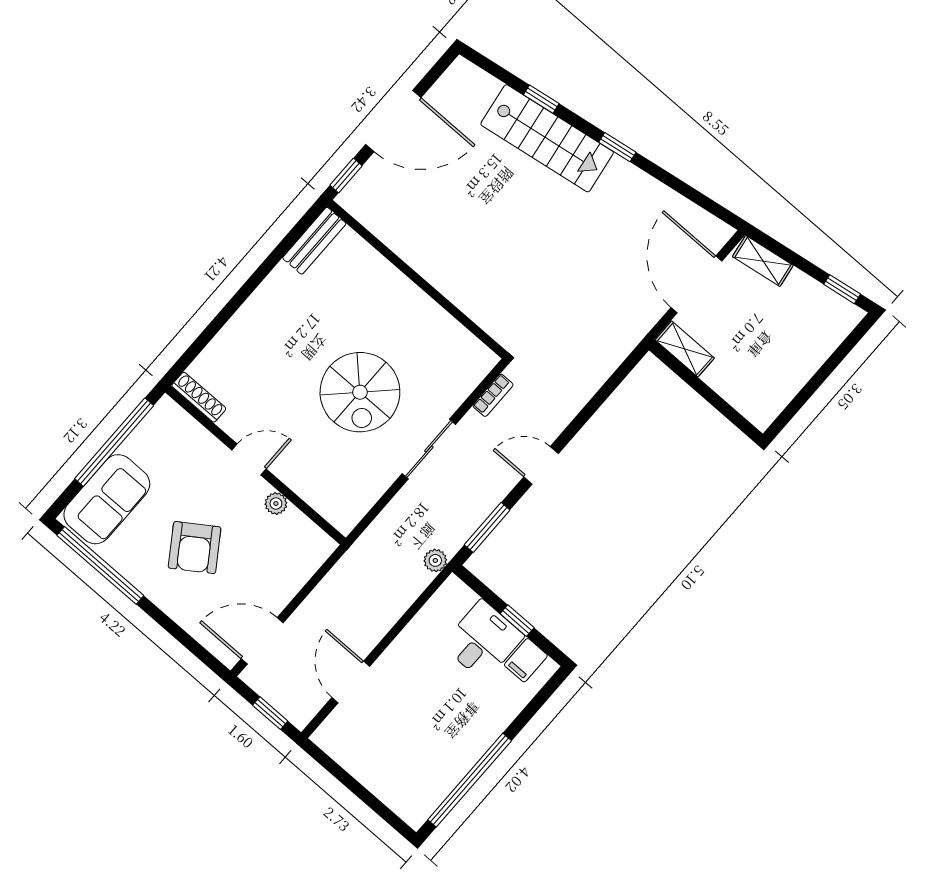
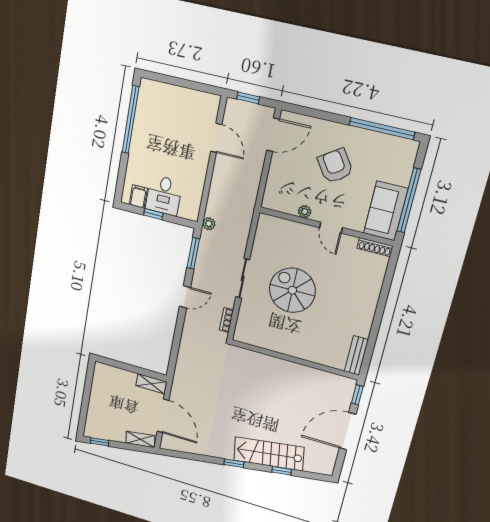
door: (249, 459) -> (331, 228), hinge flipped
sofa: (107, 499) -> (386, 211), moved

